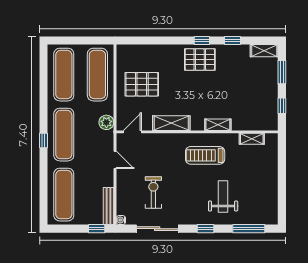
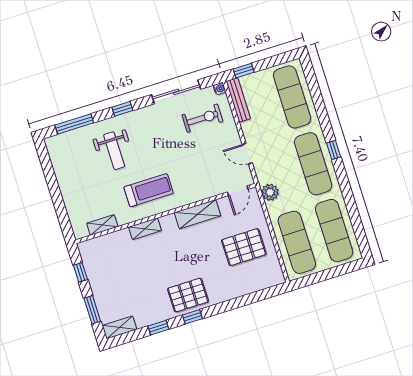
exercise bike: (153, 193) -> (202, 118), moved, turned -90

